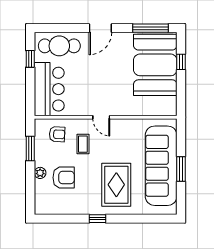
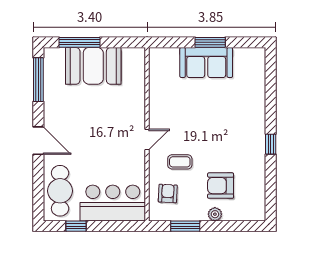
window: (181, 62) -> (80, 42), width x2.17
booth: (155, 65) -> (93, 66), width x0.73, depth x0.70
sofa: (161, 166) -> (206, 62), width x0.54, depth x0.79
armchair: (64, 178) -> (221, 186), turned -90
rug: (116, 185) -> (229, 121), removed

